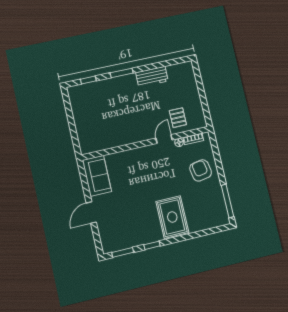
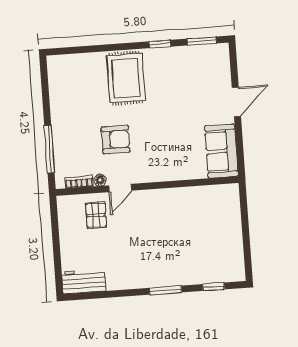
workbench: (152, 77) -> (84, 281), moved
armchair: (201, 170) -> (116, 140), moved, turned -80
window: (227, 201) -> (49, 149), moved

